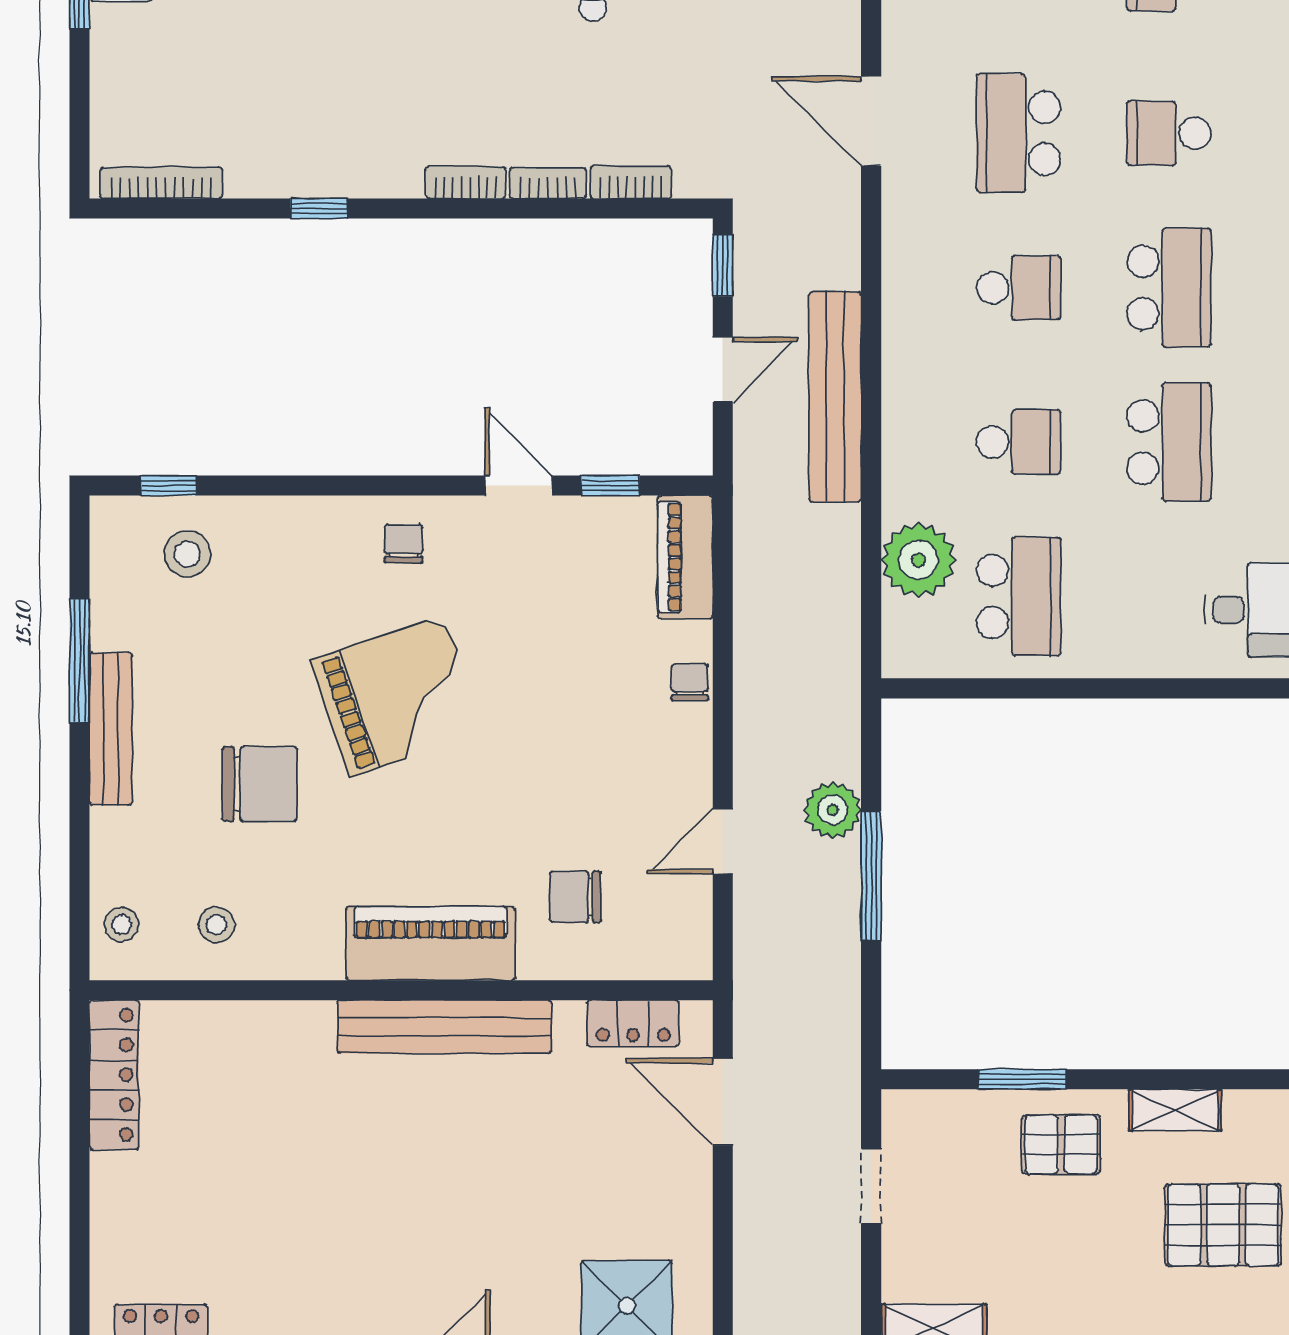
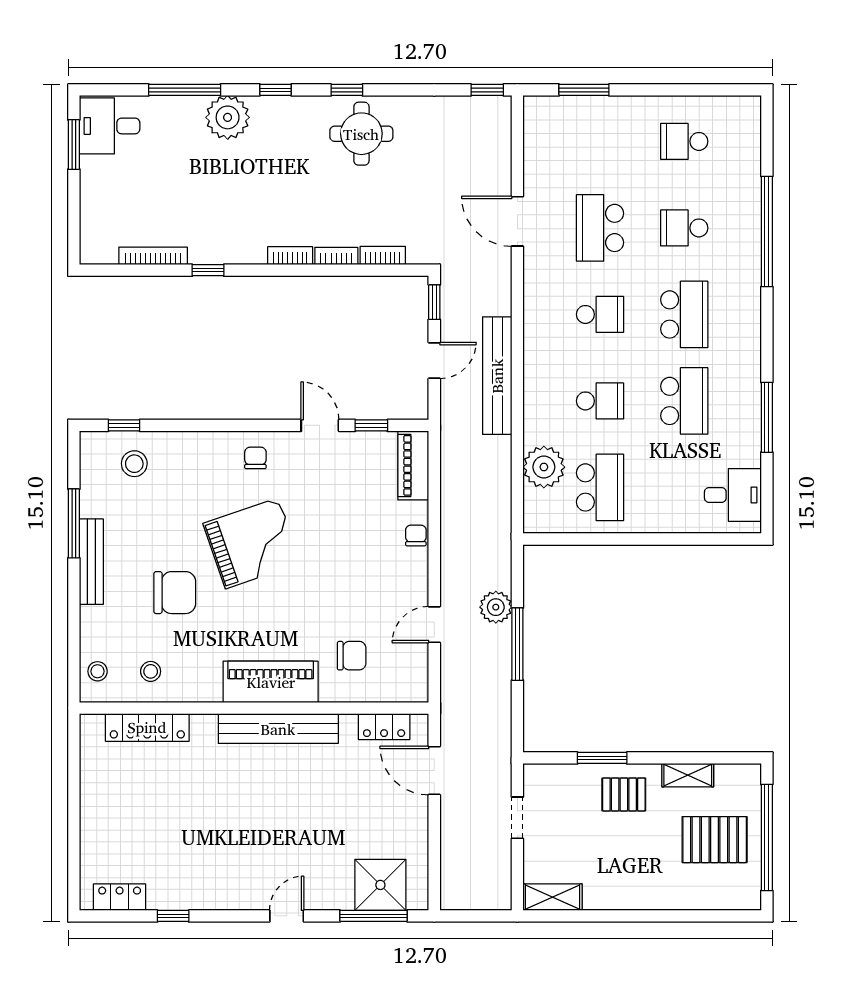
bookcase: (161, 183) -> (153, 256), moved
chair: (575, 897) -> (352, 656), turned 180
locker: (114, 1075) -> (147, 727), moved, turned 90

